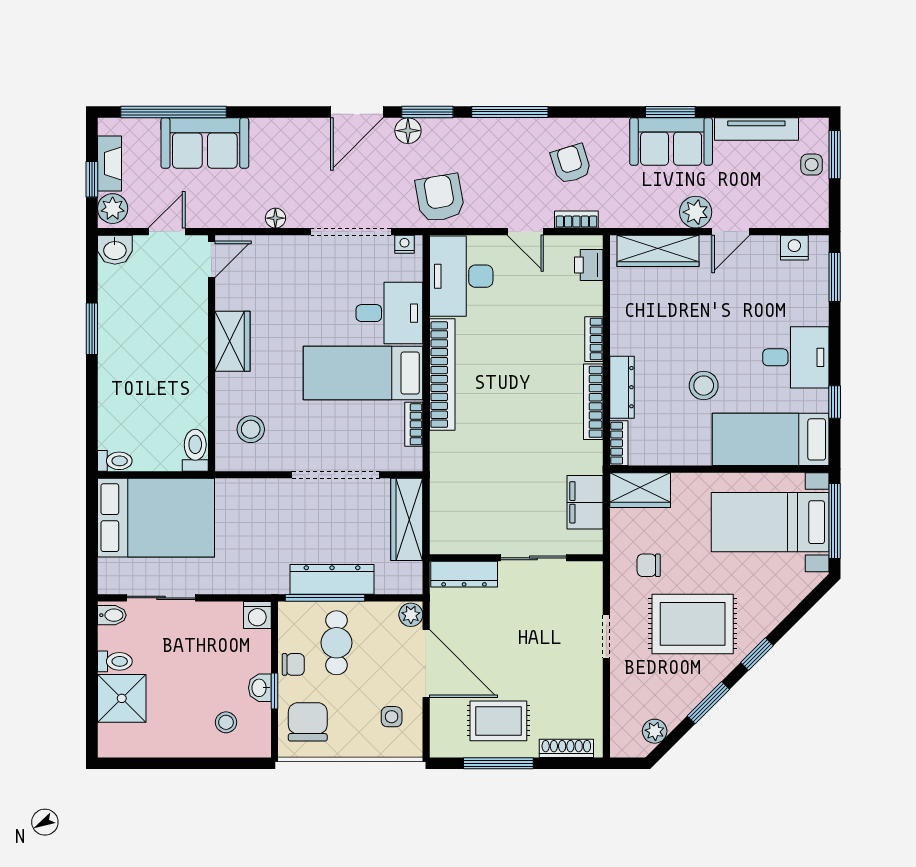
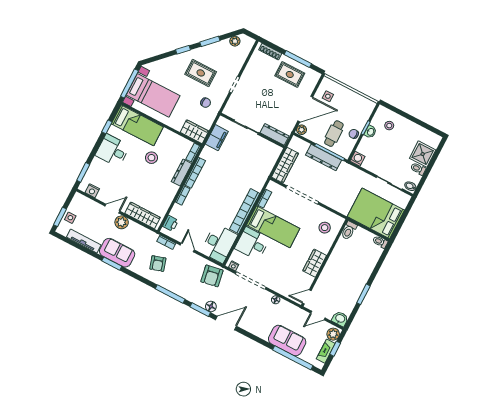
rug: (693, 624) -> (201, 73), width x0.73, depth x0.70
door: (426, 664) -> (305, 109), swing flipped
chair: (308, 722) -> (359, 110), removed

